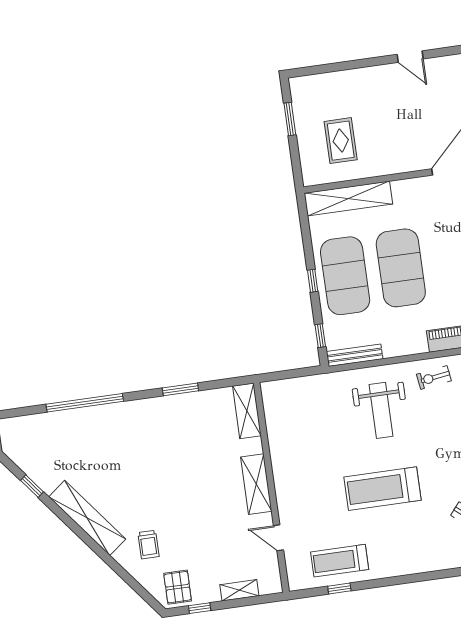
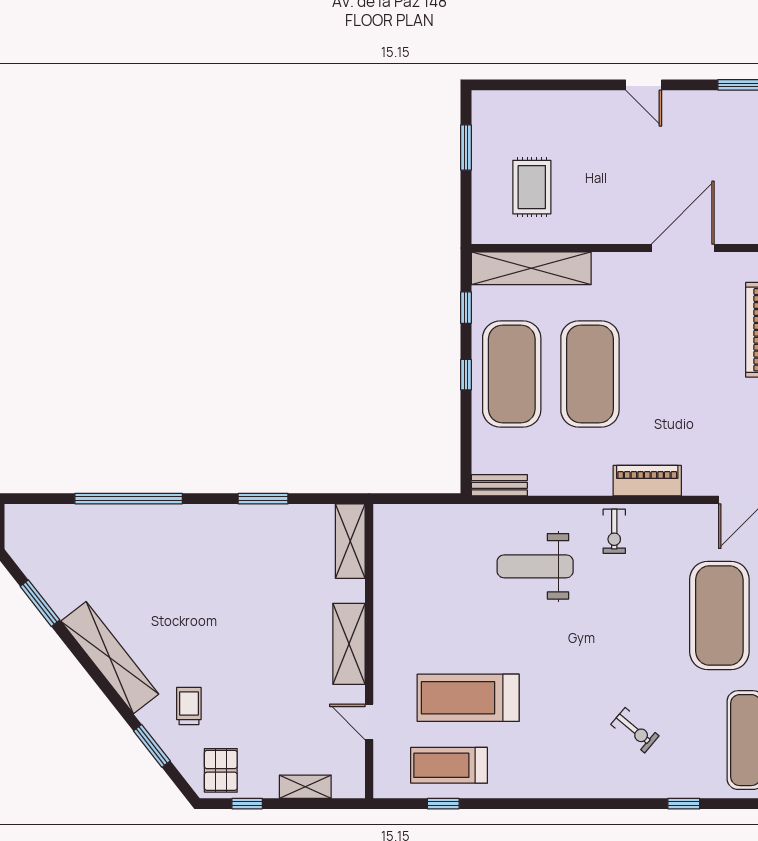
window: (320, 336) -> (466, 308), moved
bench: (355, 355) -> (499, 485), width x0.73
exercise bike: (434, 377) -> (614, 531), turned -82
weight bench: (381, 410) -> (535, 566), turned 90
window: (32, 486) -> (40, 603), width x1.50
treadmill: (382, 489) -> (468, 698), moved
trolley: (148, 545) -> (189, 706), turned 180
window: (126, 577) -> (152, 746), added

